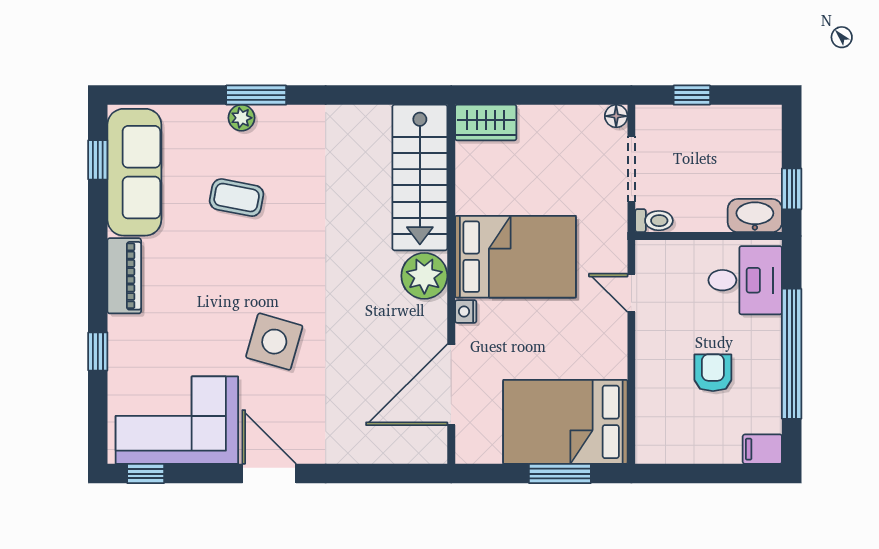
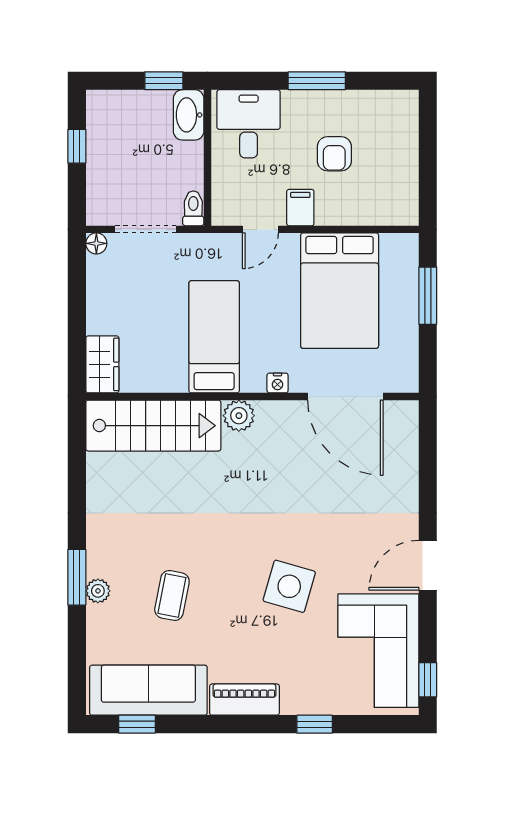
window: (692, 95) -> (77, 146), moved
bed: (516, 257) -> (214, 337), width x0.67
plant: (424, 276) -> (239, 416), width x0.73, depth x0.73
side table: (274, 342) -> (289, 586), moved
window: (792, 354) -> (317, 81), width x0.47
armchair: (713, 373) -> (334, 154), turned -90
bed: (565, 422) -> (340, 291), moved
filing cabinet: (762, 449) -> (300, 208), moved, turned 180

